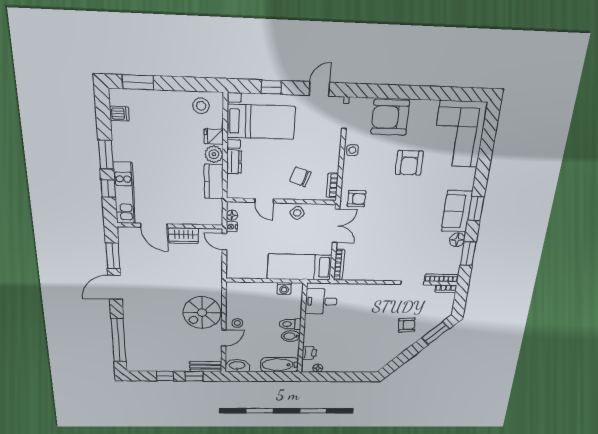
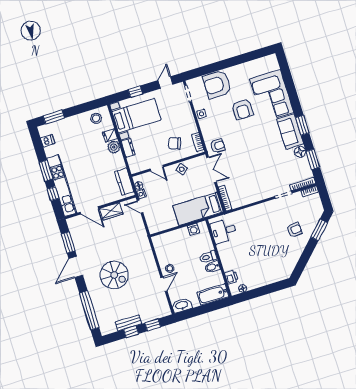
corner sofa: (459, 134) -> (272, 96), moved
kitchen counter: (214, 182) -> (124, 182), moved
kitchen unit: (124, 193) -> (62, 186), width x1.36
spiral stairs: (202, 313) -> (114, 275), moved, turned -90
bench: (206, 367) -> (128, 323), moved

